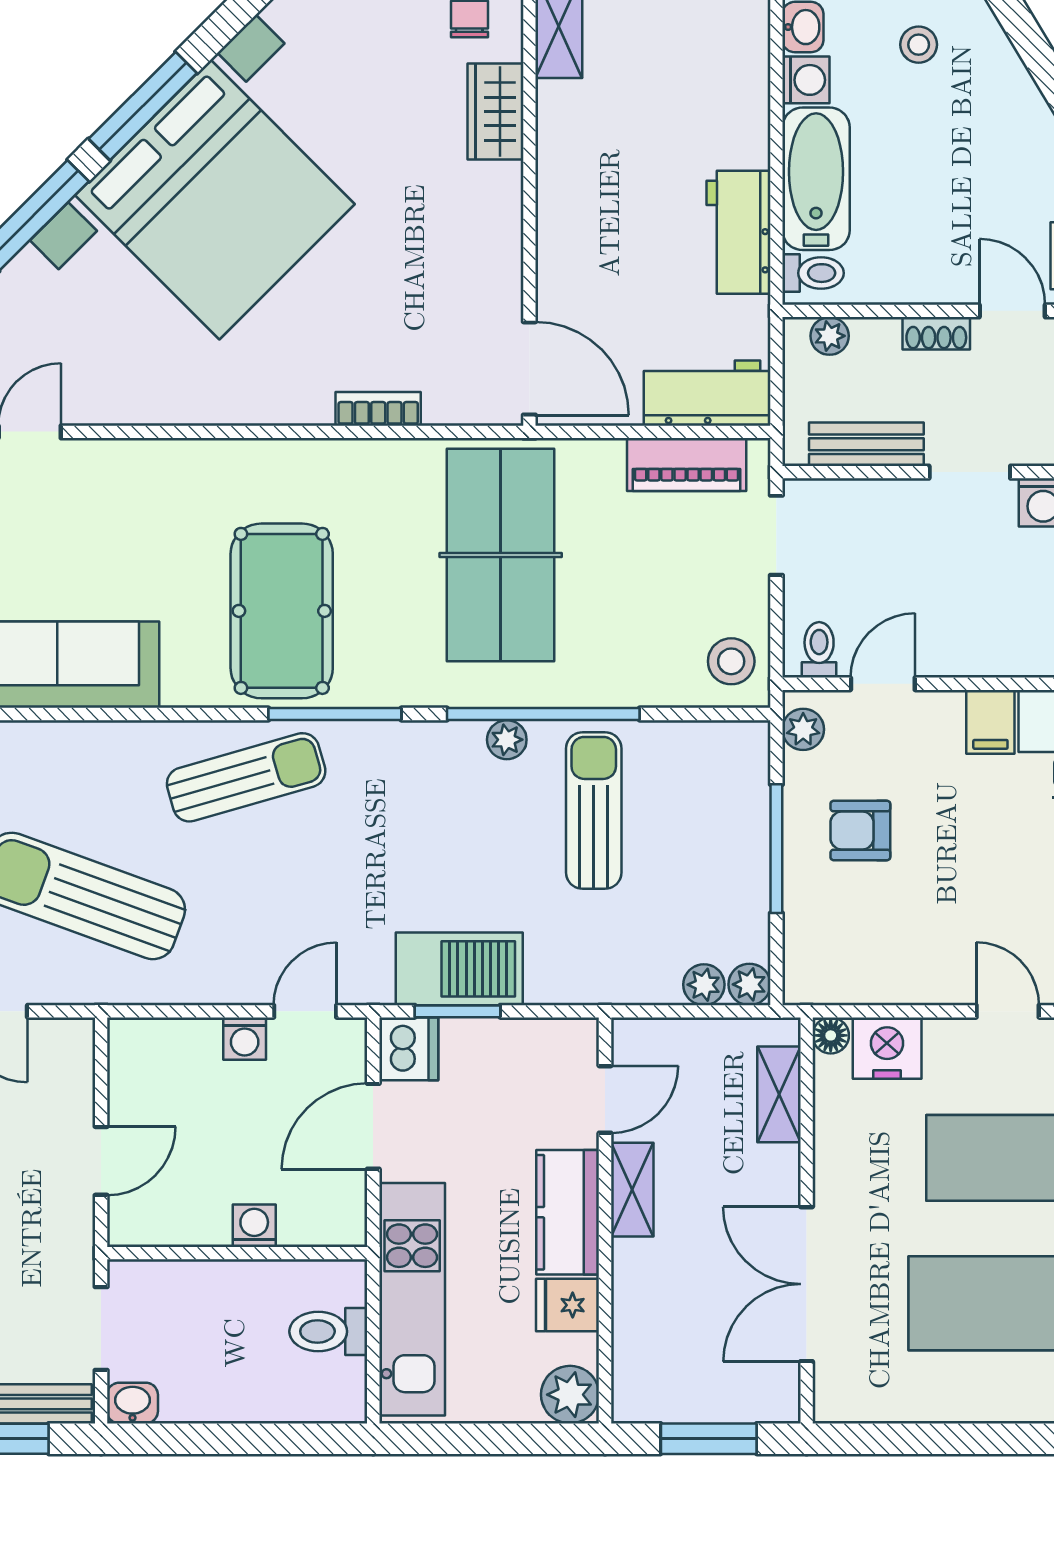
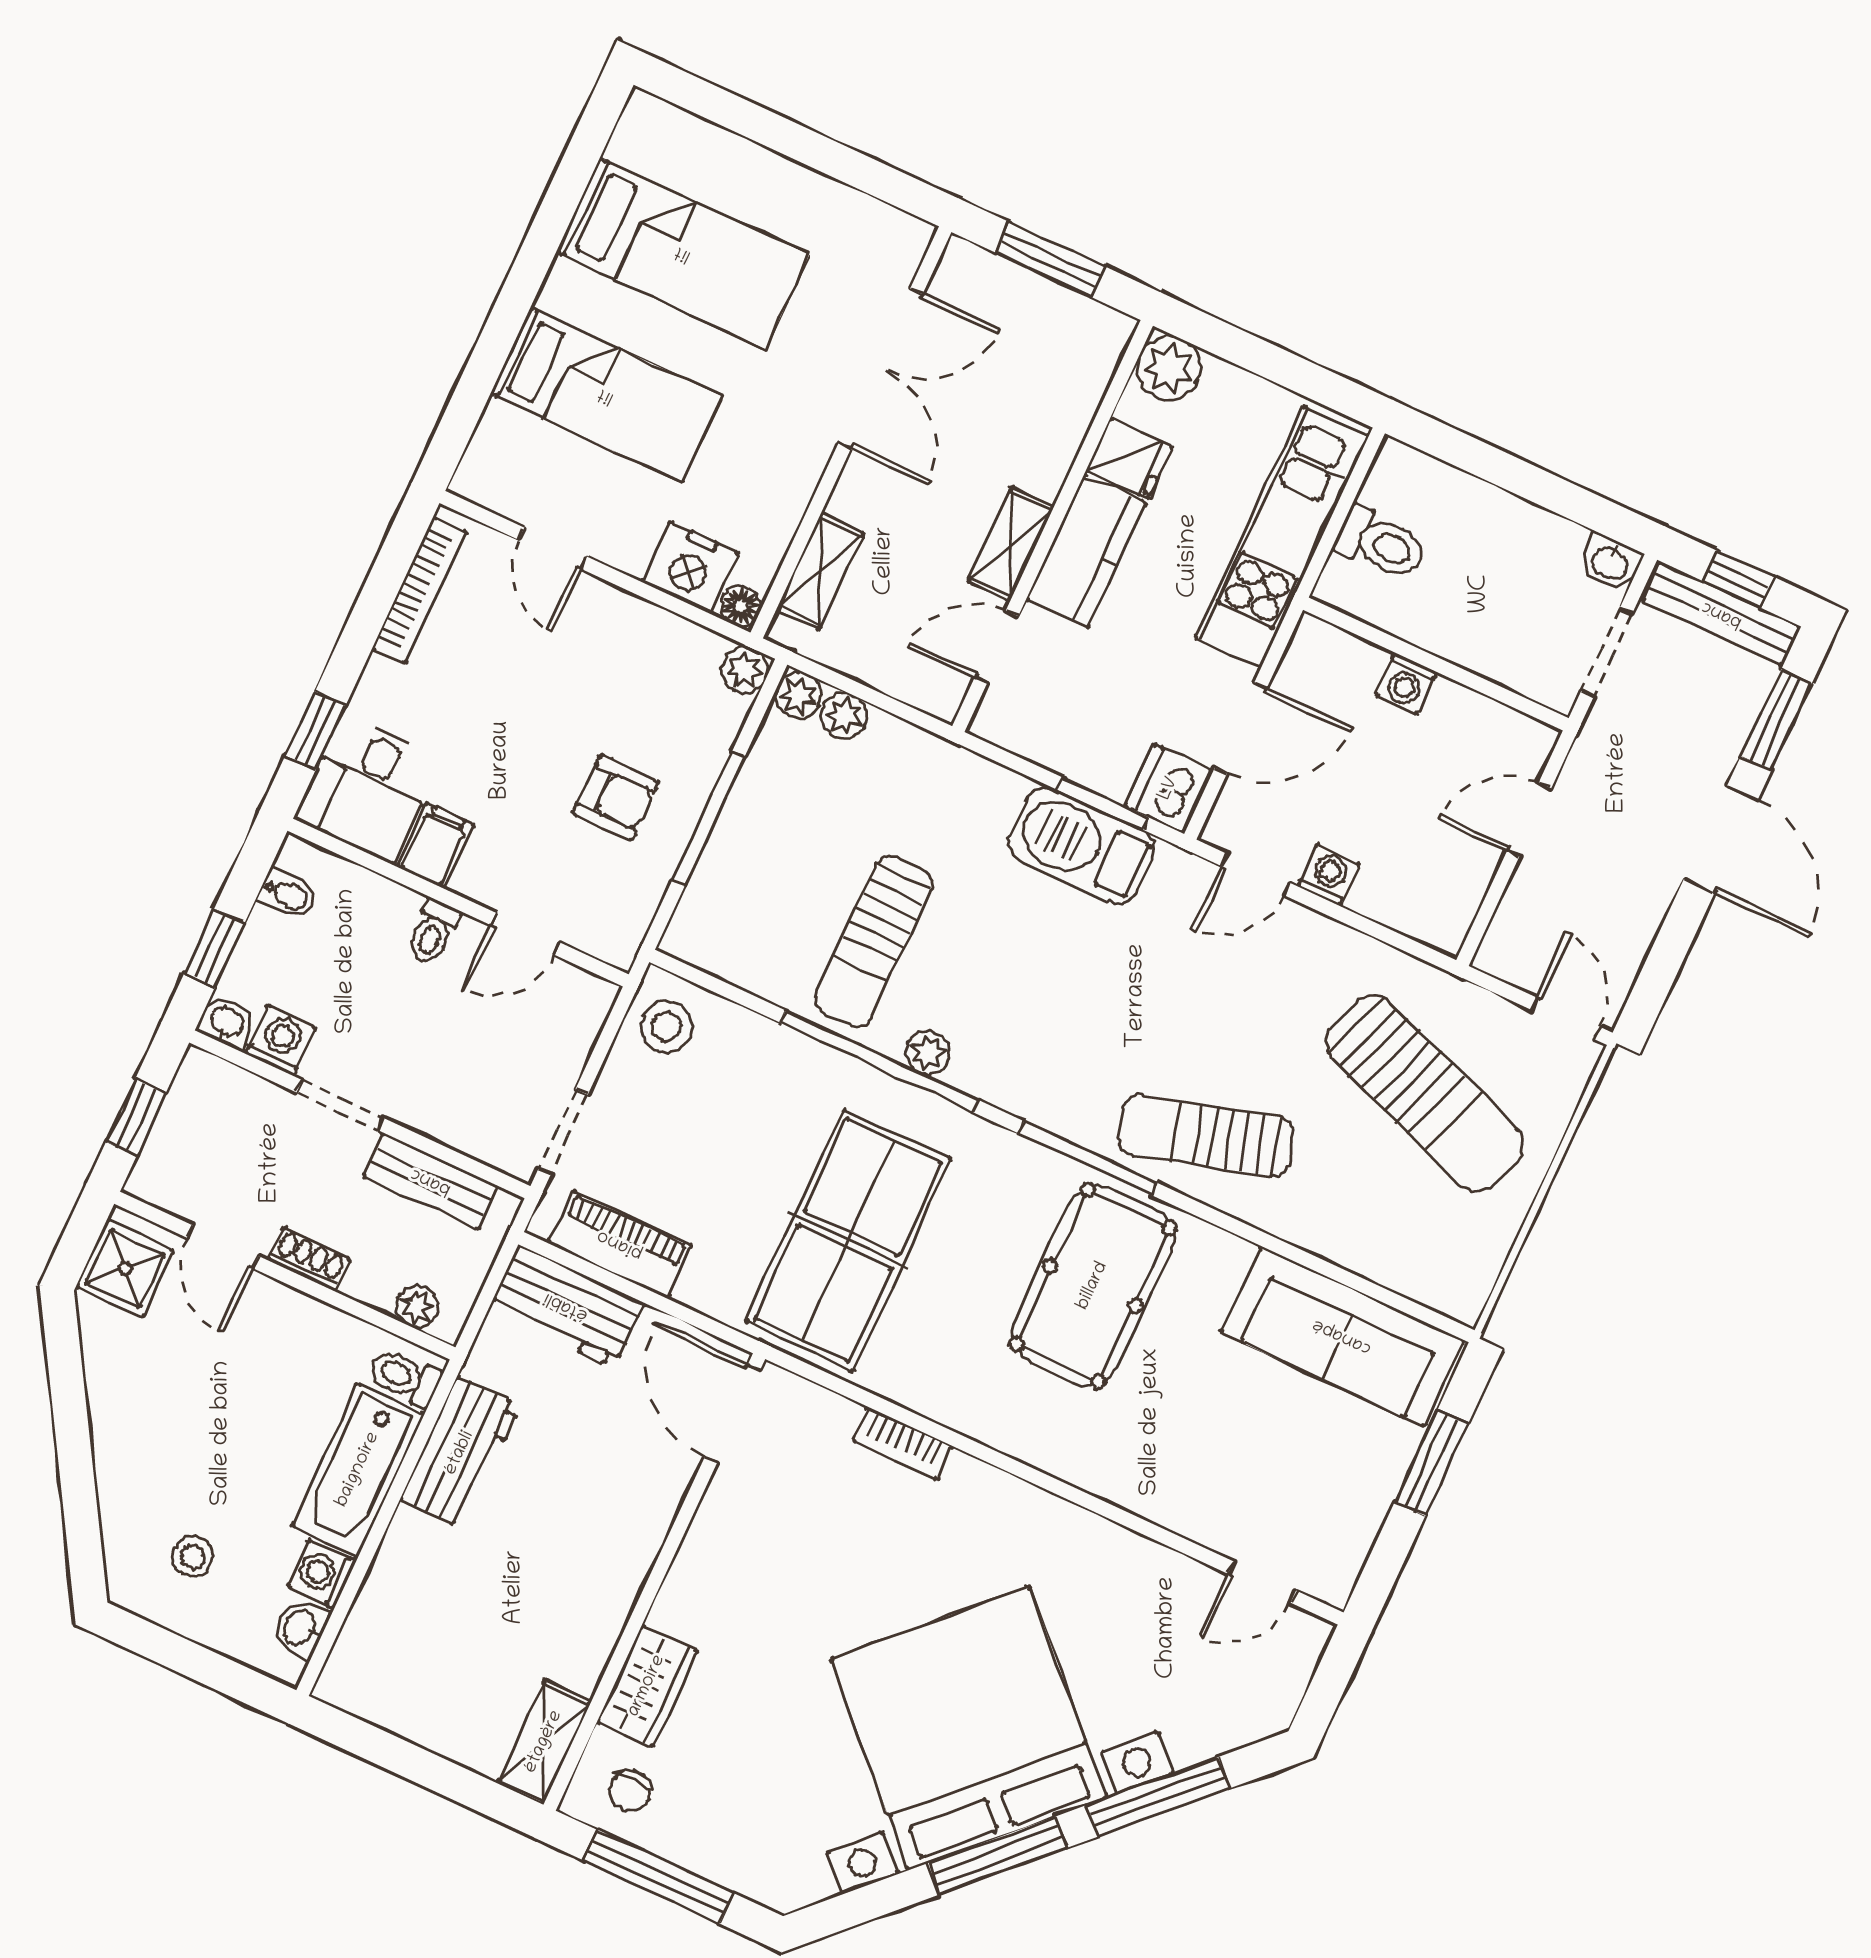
toilet: (819, 650) -> (433, 932), moved
plant: (803, 729) -> (745, 670), moved

